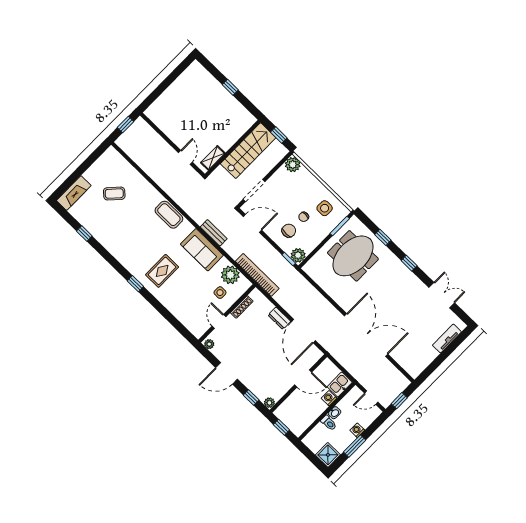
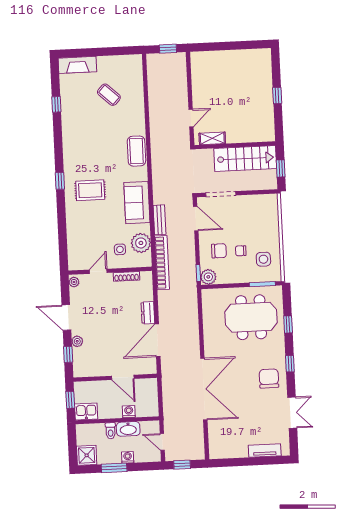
plant: (293, 165) -> (270, 202), removed
bench: (214, 233) -> (160, 220), moved
chair: (404, 286) -> (269, 379), added
kitchen sink: (340, 385) -> (86, 411), moved
plant: (269, 403) -> (77, 341), moved
washbasin: (335, 413) -> (128, 429), width x1.91, depth x1.45

